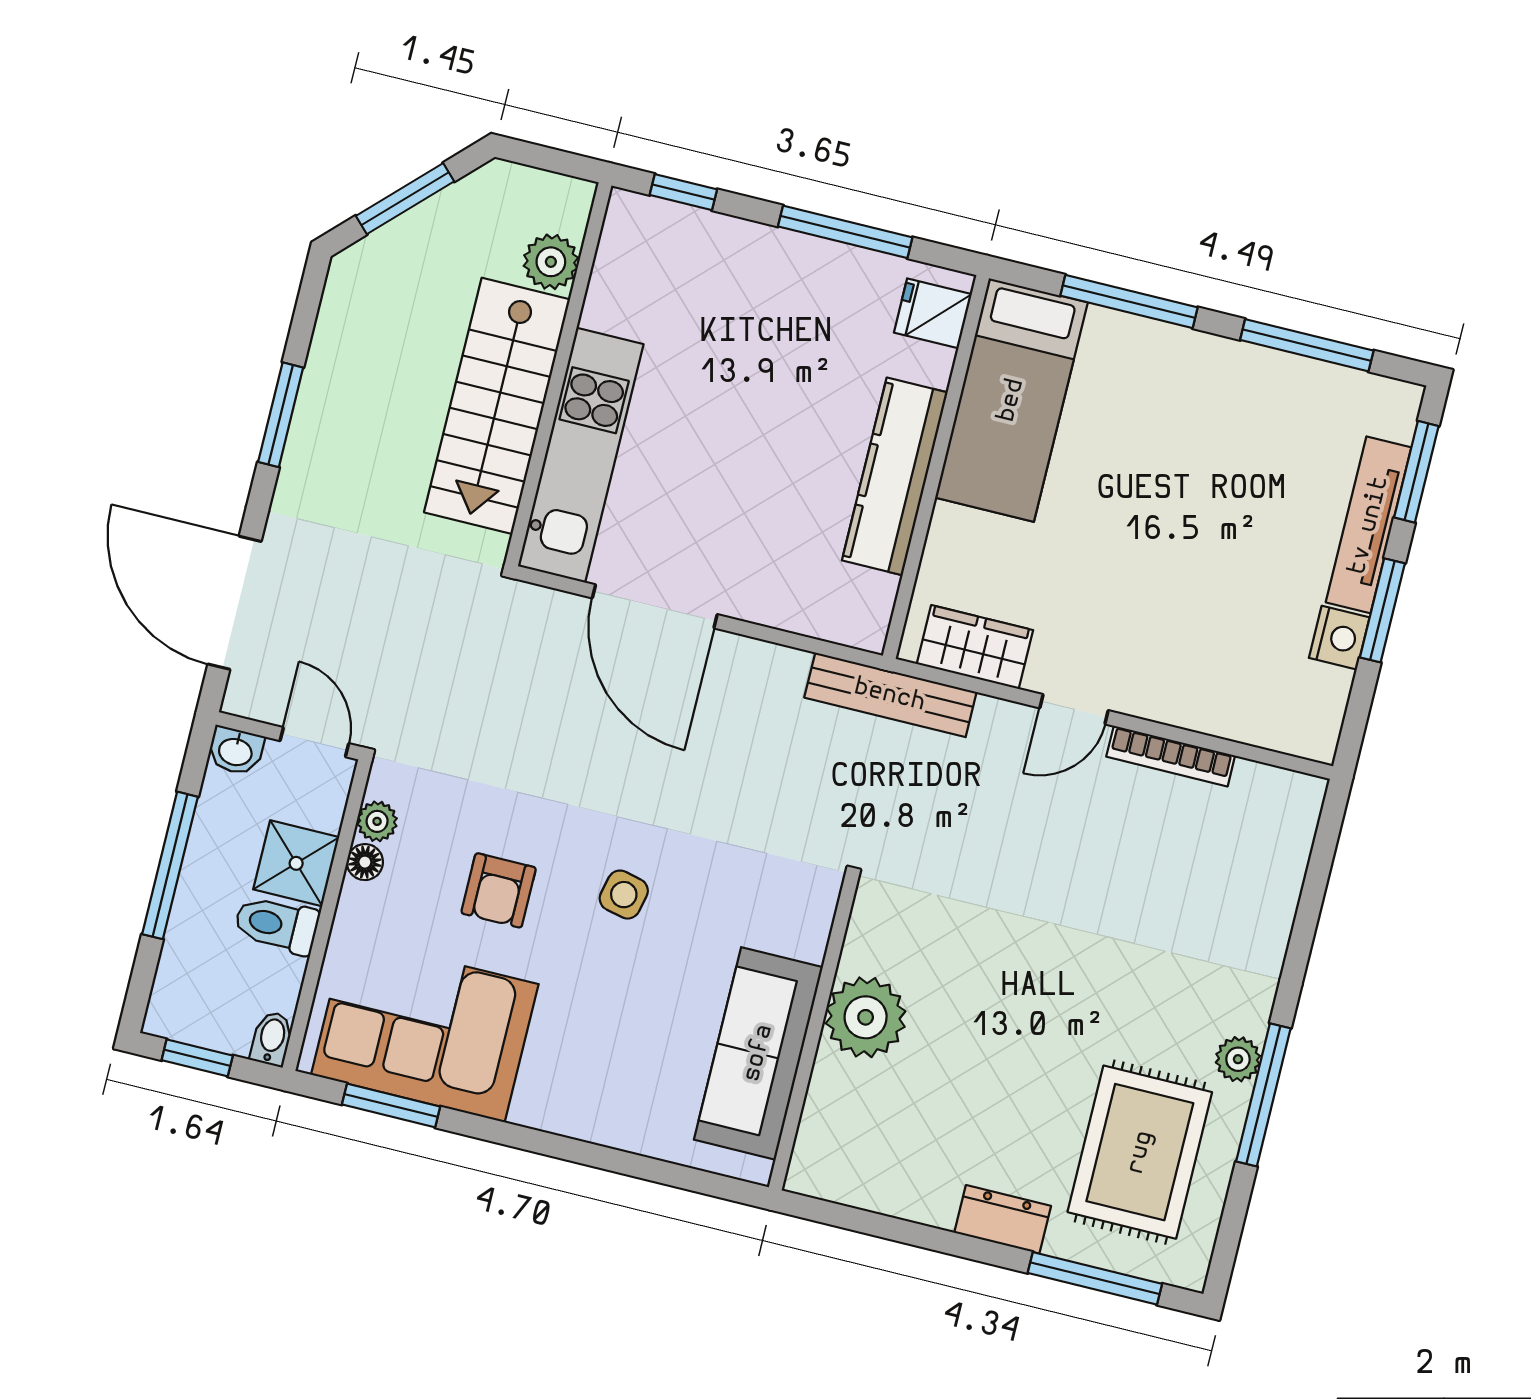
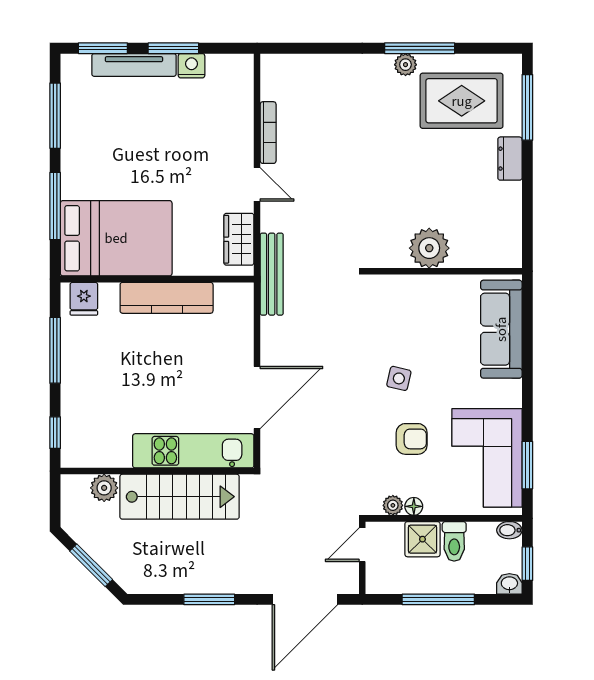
bed: (1011, 400) -> (116, 238), width x1.50
washbasin: (236, 751) -> (509, 584), moved, turned -90
sofa: (758, 1053) -> (501, 329), moved, turned 90

